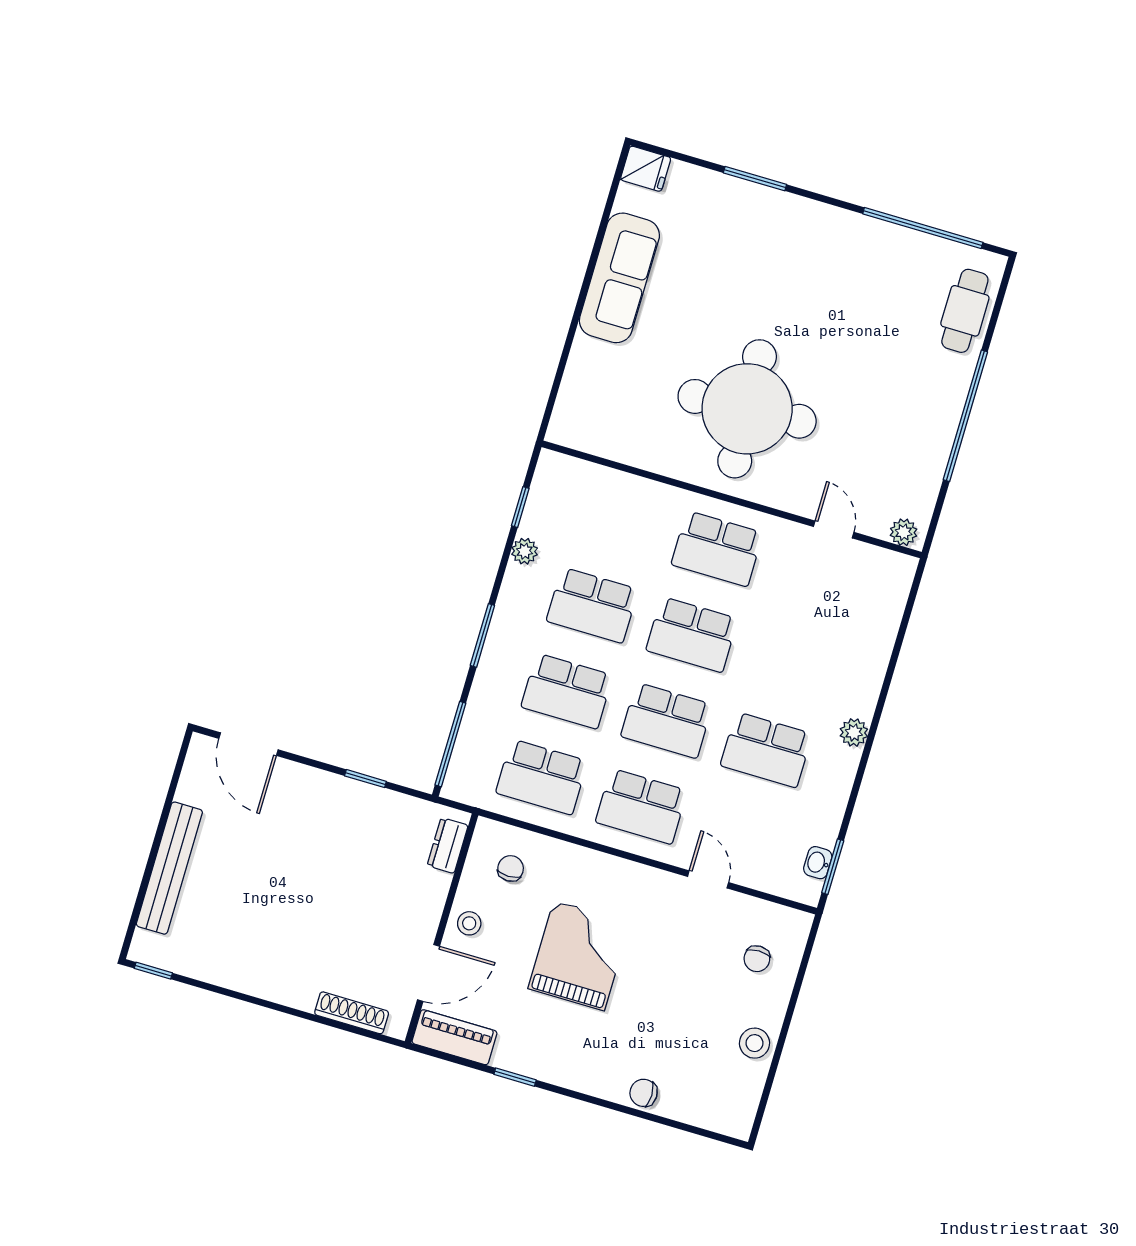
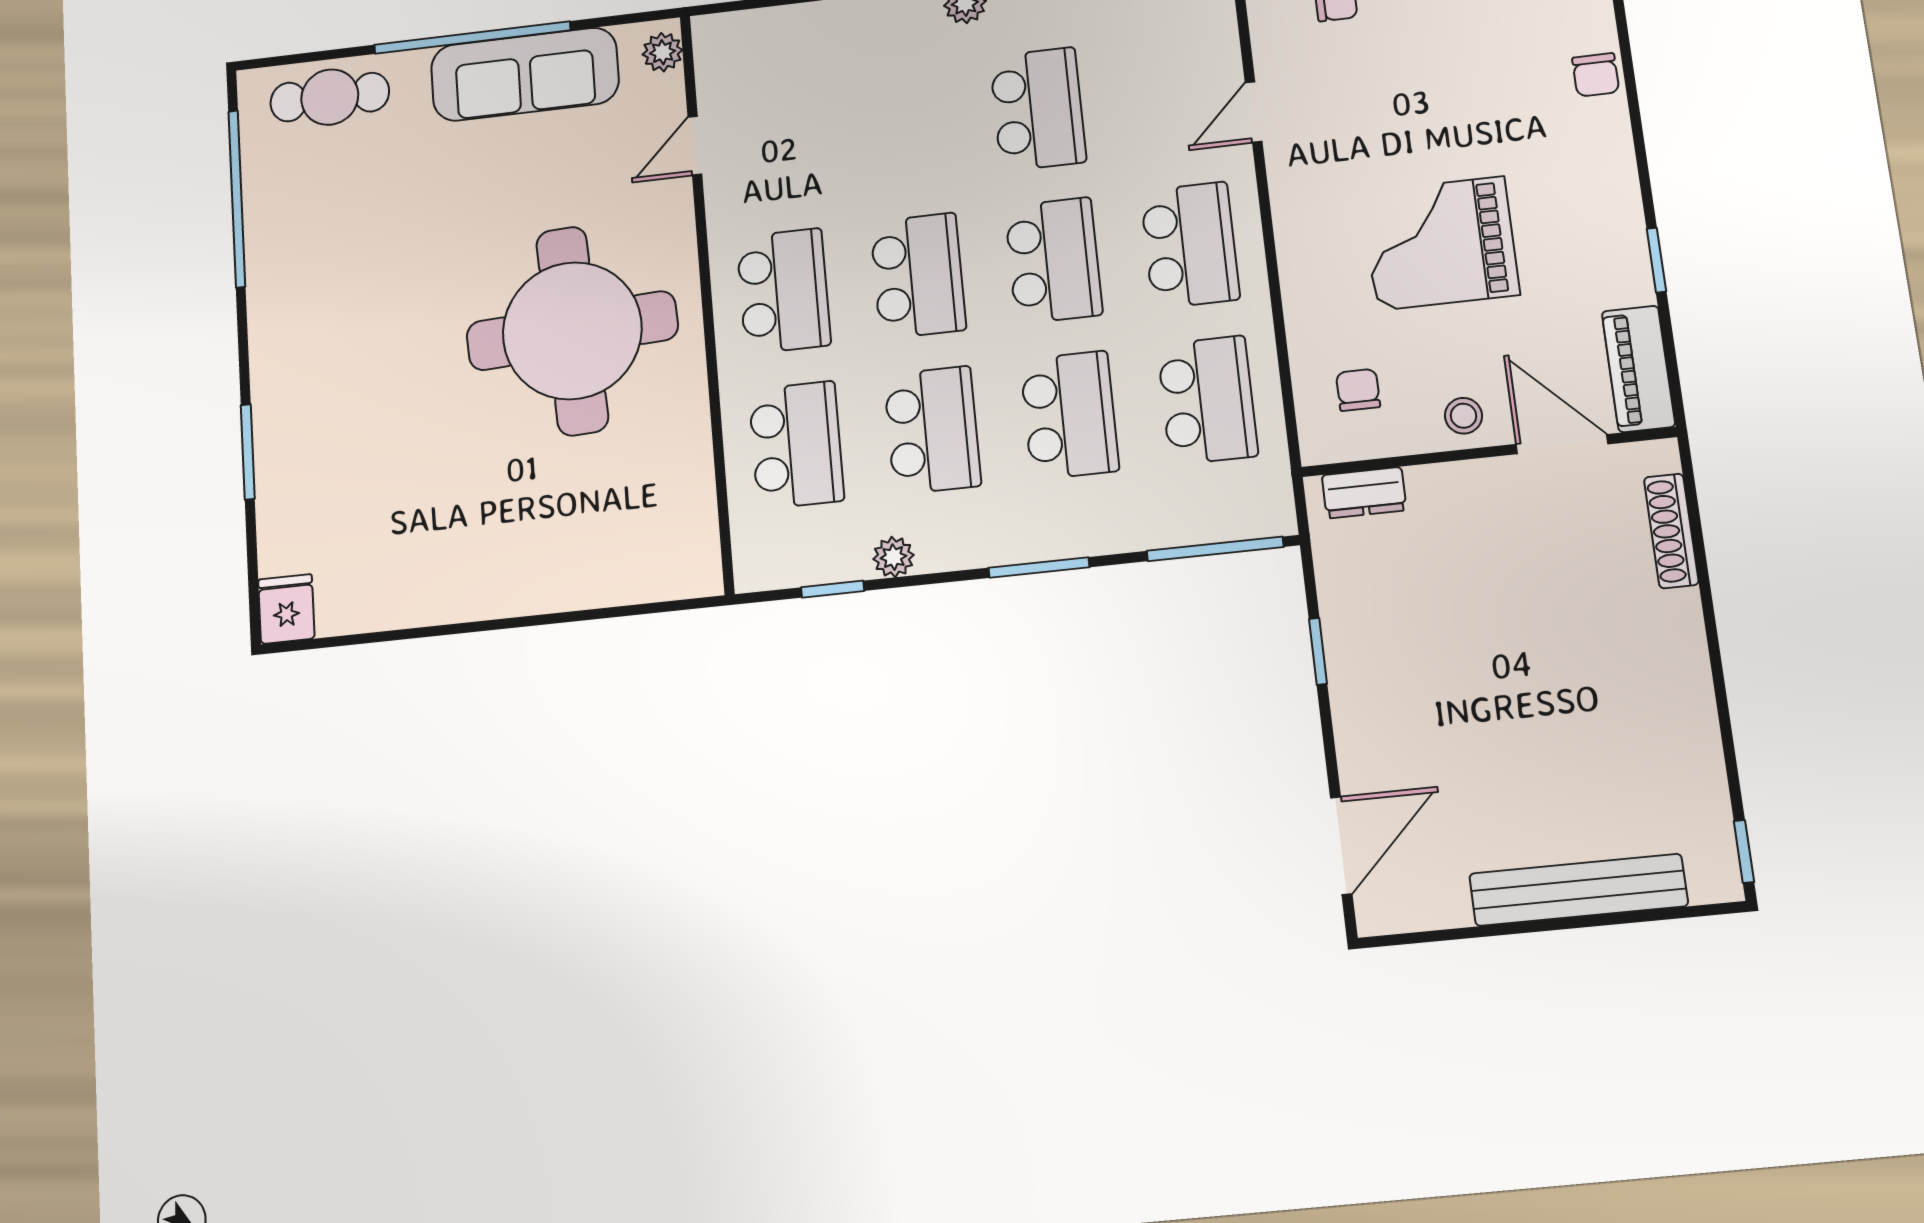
sofa: (619, 278) -> (525, 74), moved, turned 180
school desk: (618, 519) -> (796, 445), added
chair: (511, 868) -> (1358, 390), turned 90

